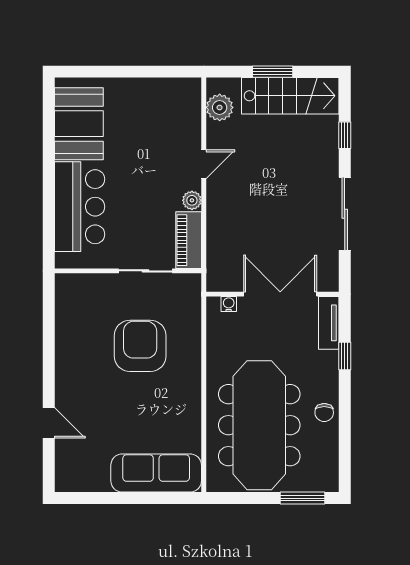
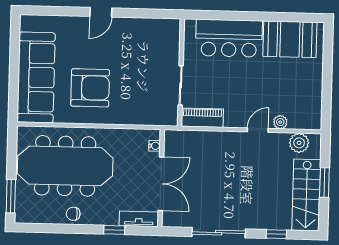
door: (204, 164) -> (258, 130), swing flipped
plant: (192, 200) -> (280, 122), moved
armchair: (140, 346) -> (90, 88), moved
door: (49, 423) -> (101, 12), moved
sofa: (156, 473) -> (36, 77), width x1.36, depth x1.27

